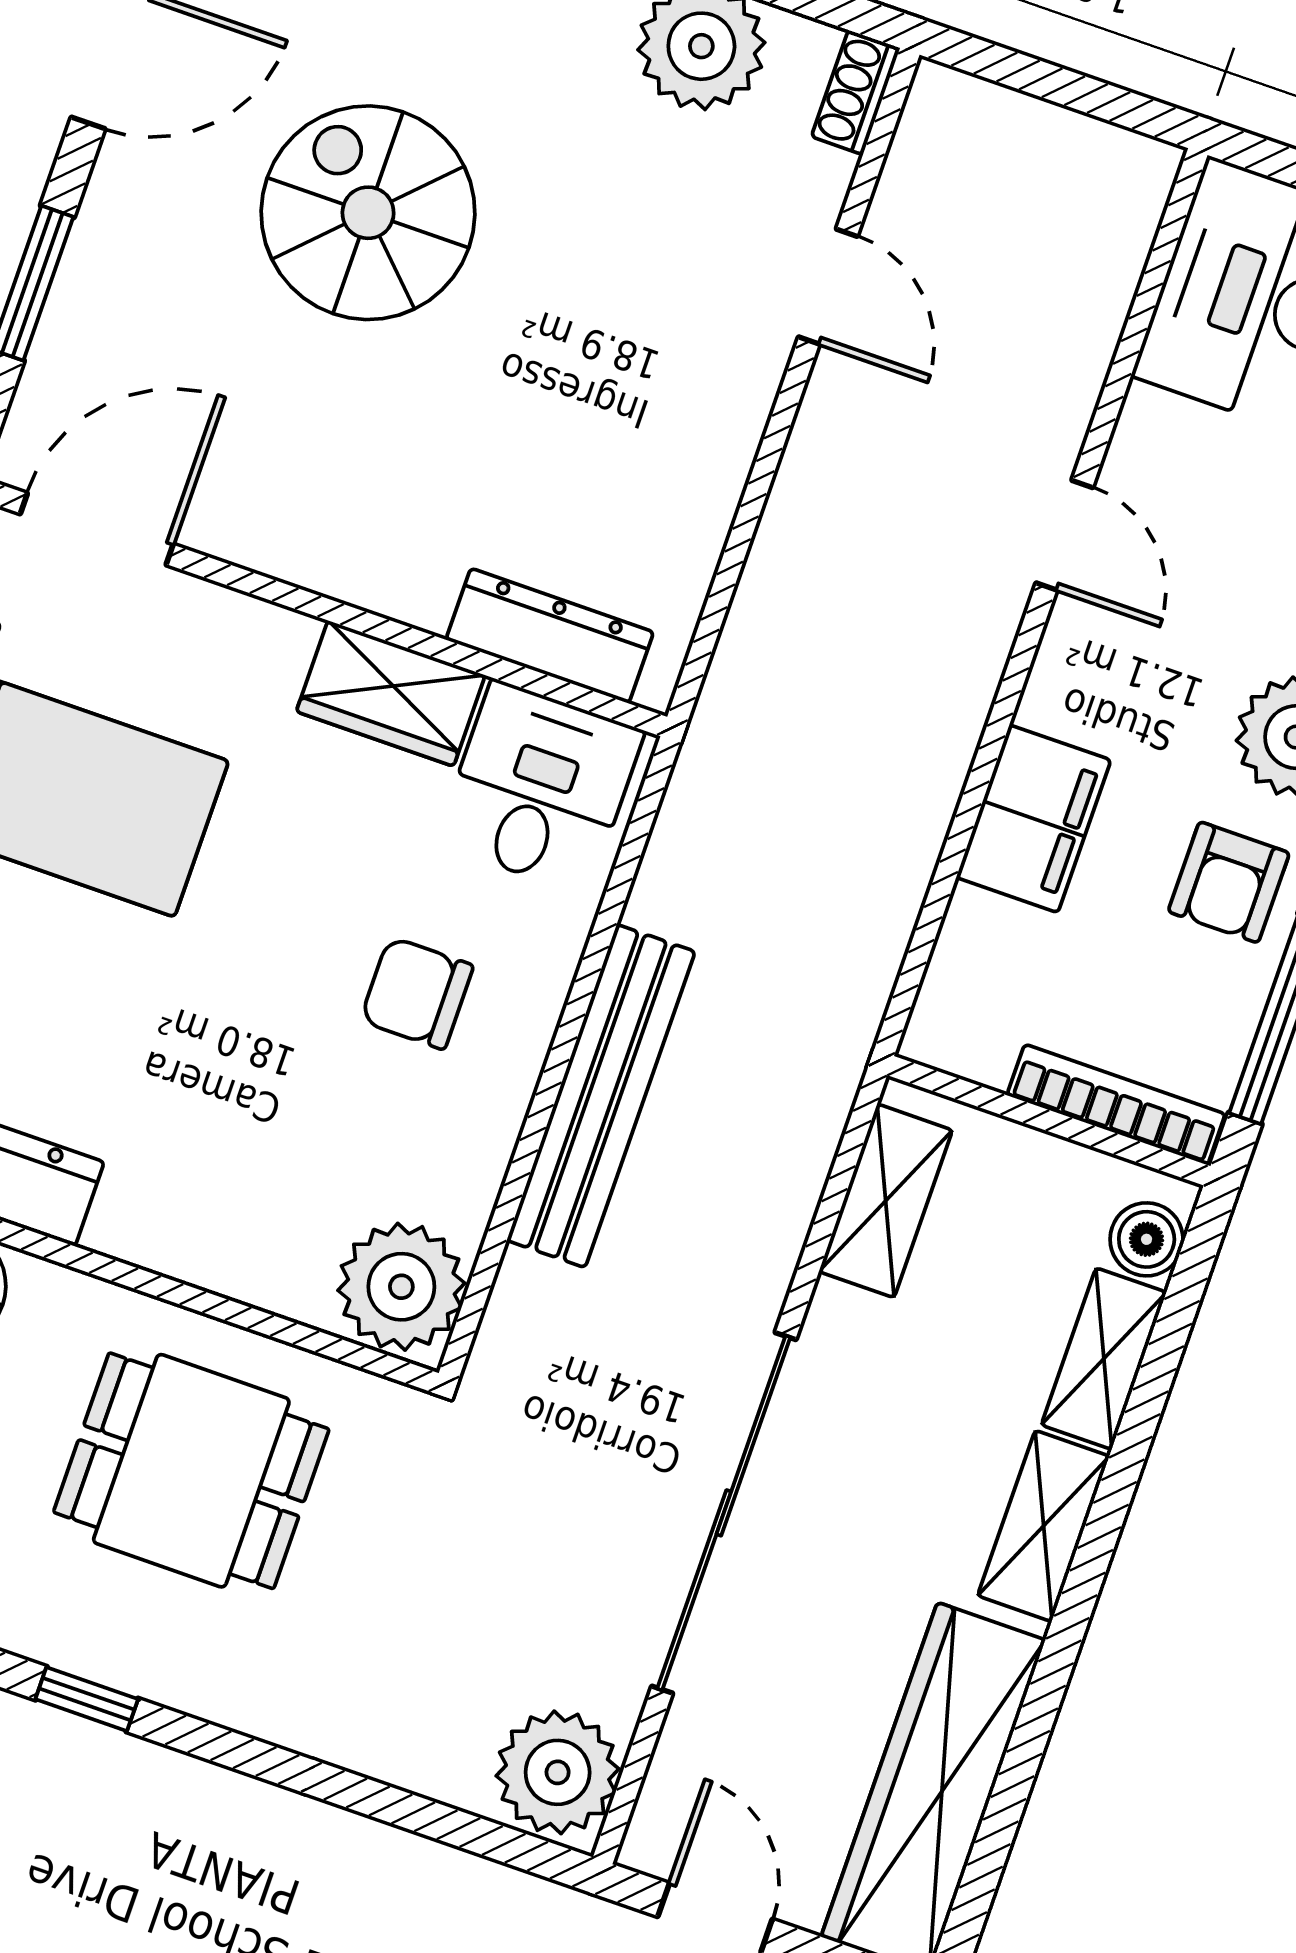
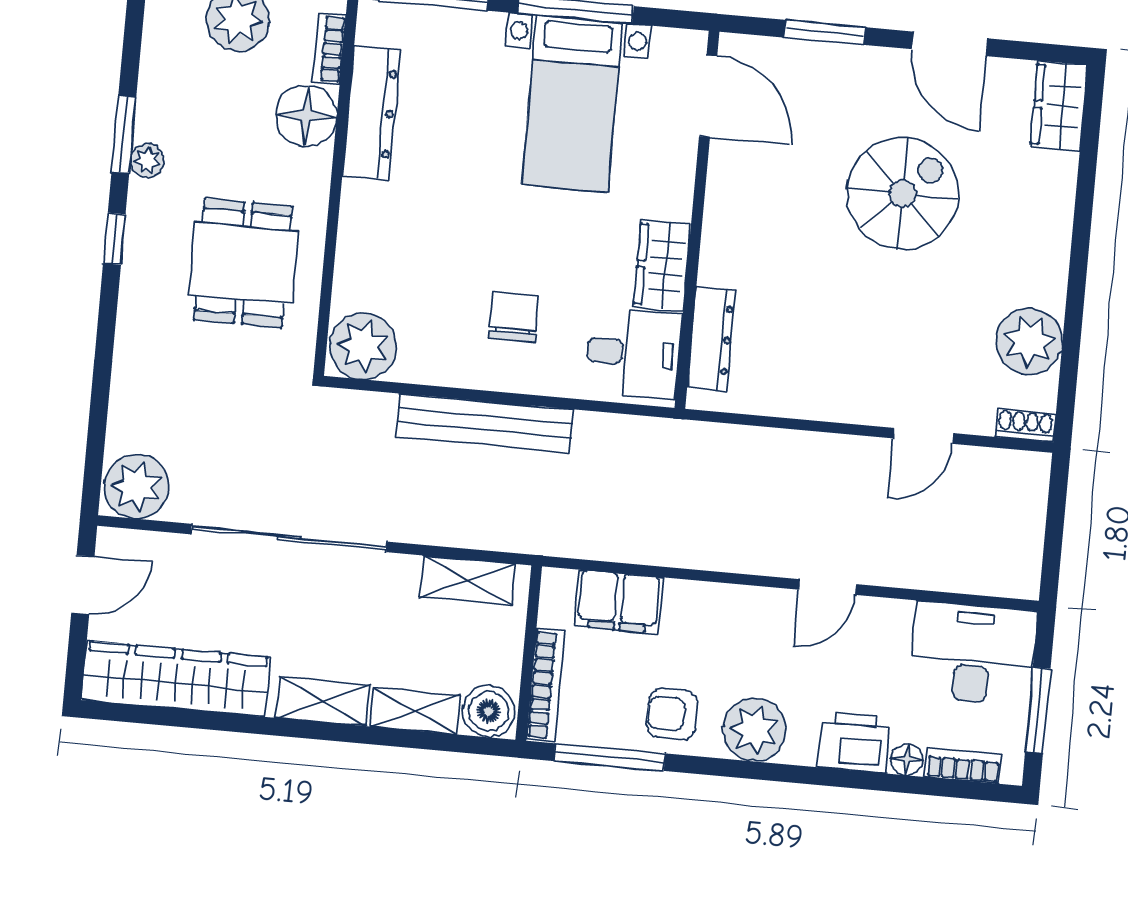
filing cabinet: (1034, 819) -> (619, 602), moved
boiler: (1147, 1239) -> (489, 711), width x1.36, depth x1.36

